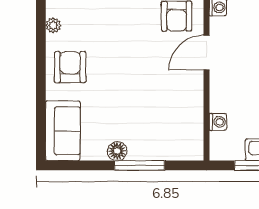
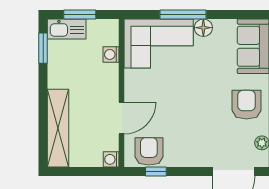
armchair: (70, 67) -> (247, 105), turned 180
corner sofa: (166, 134) -> (159, 43), added

